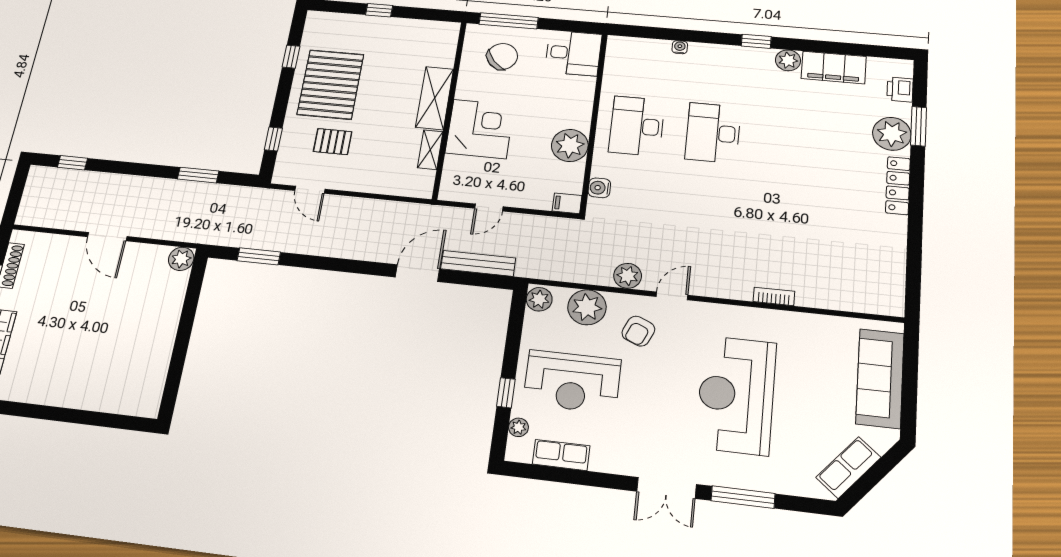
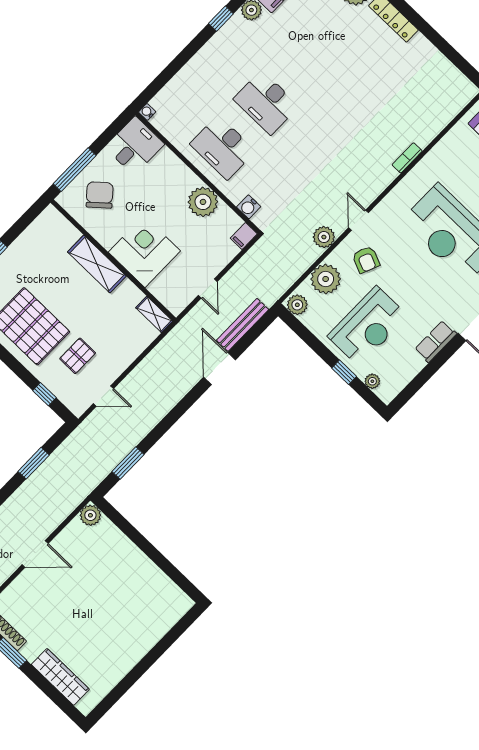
water cooler: (680, 47) -> (147, 112), moved
shelving: (430, 150) -> (154, 314), moved
row of seats: (561, 455) -> (436, 341), moved

